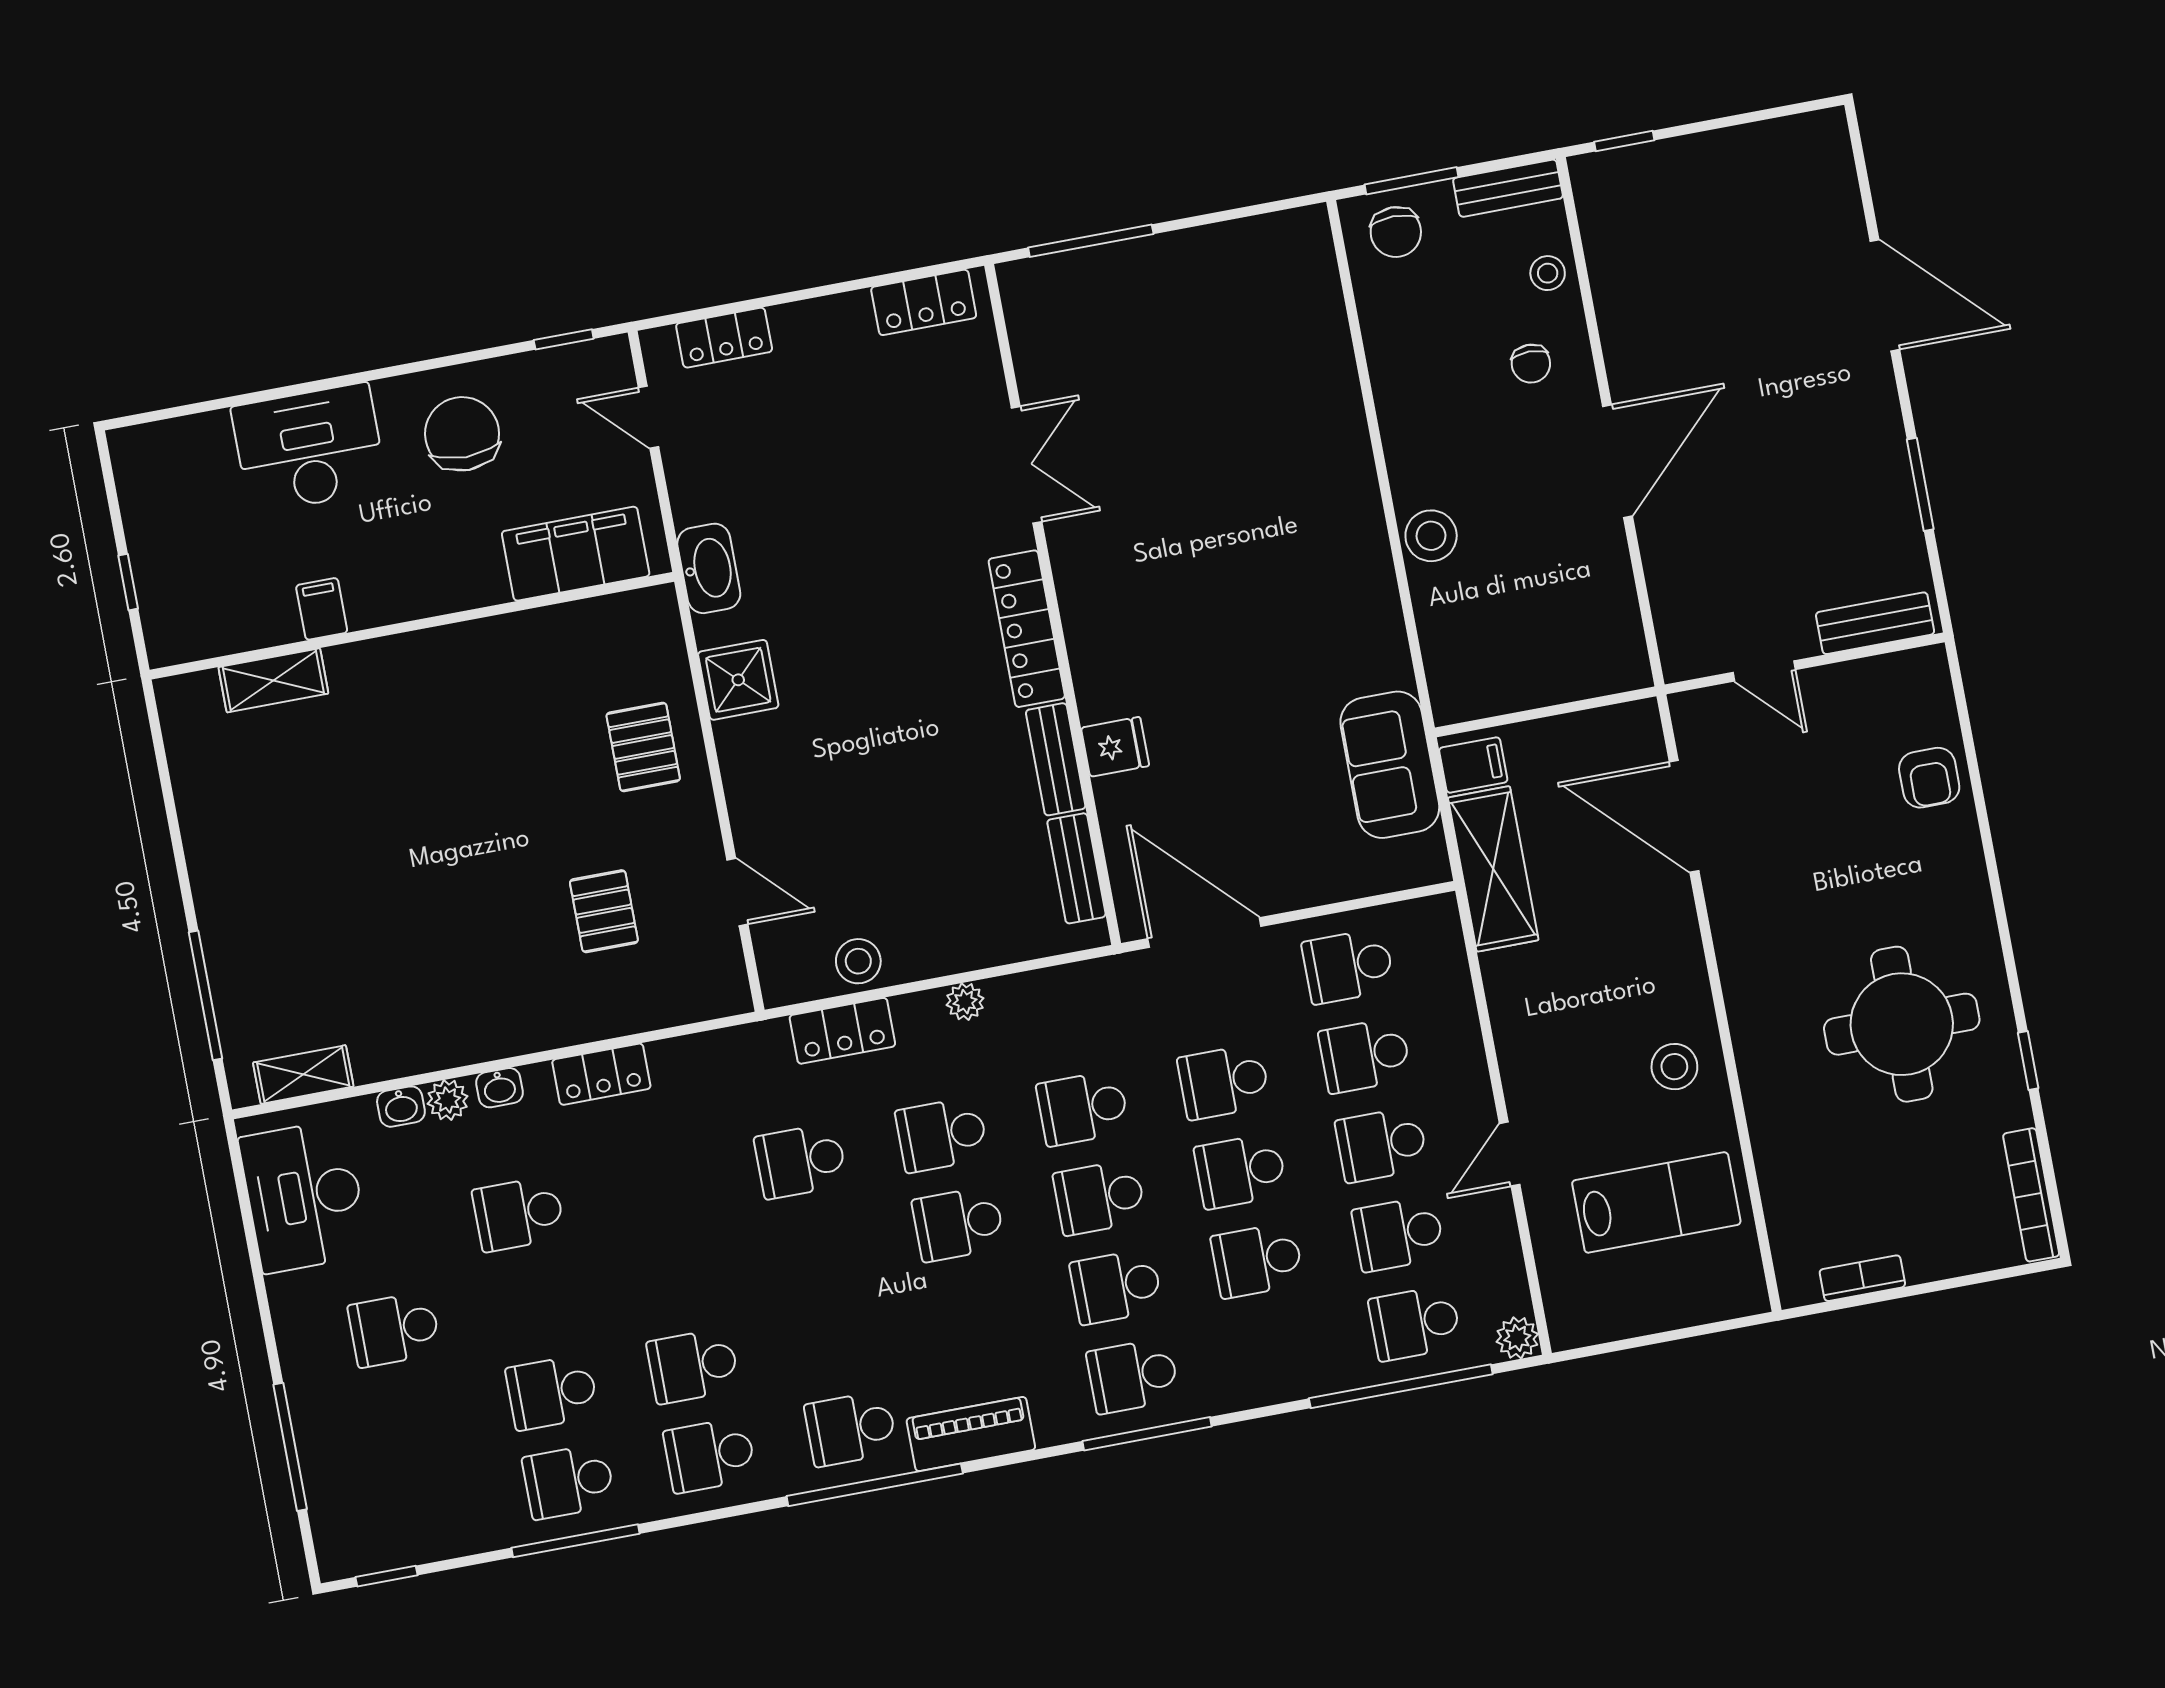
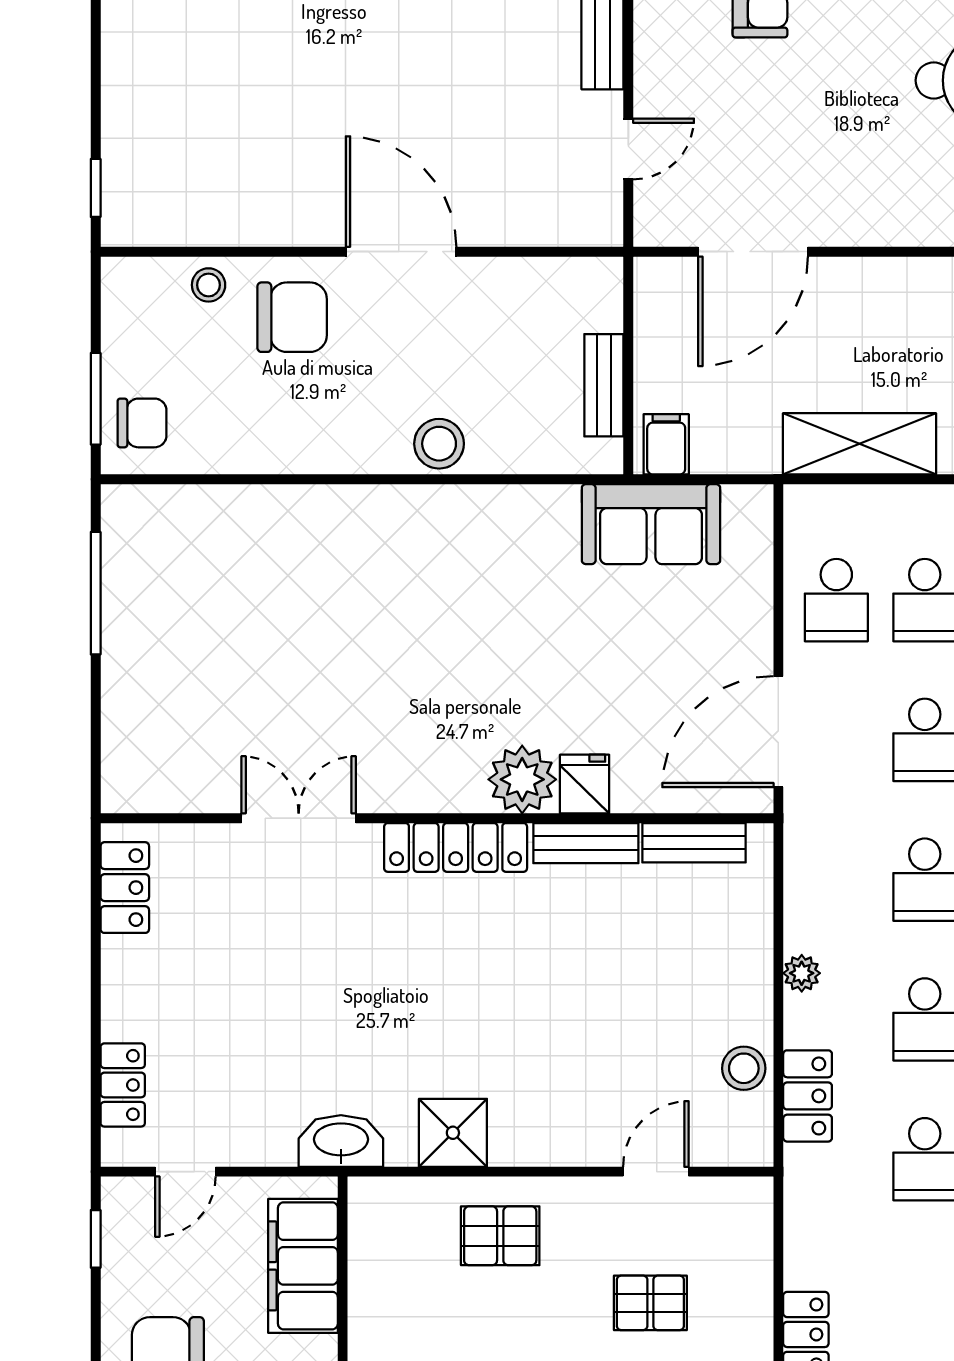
bench: (1508, 188) -> (604, 385), moved
window: (1091, 241) -> (96, 593), moved
chair: (1531, 364) -> (292, 317), width x1.87, depth x1.87
plant: (1108, 683) -> (522, 779), added
shelving: (1493, 869) -> (860, 444), moved

